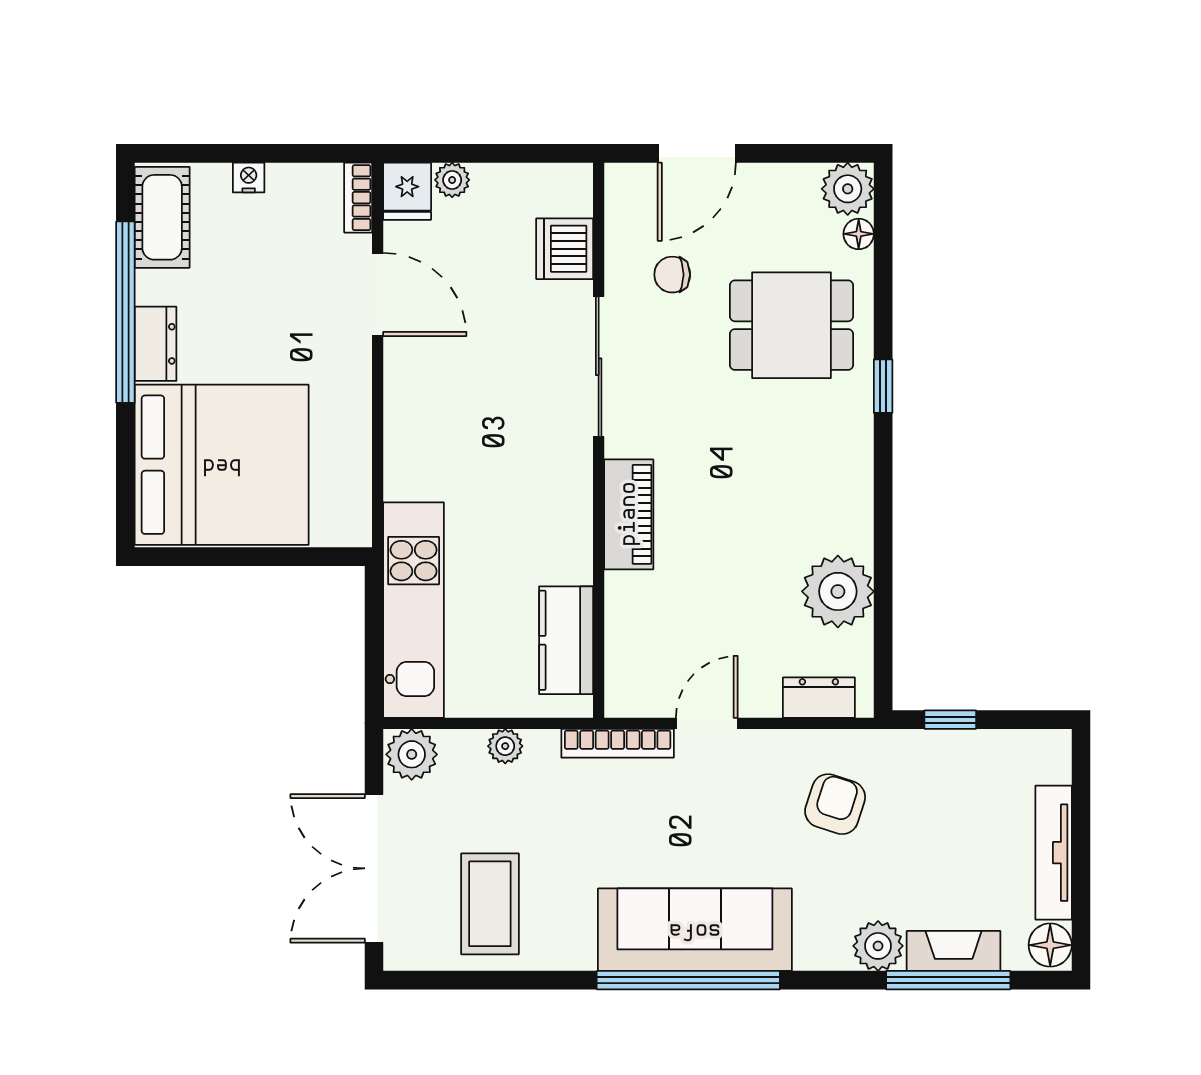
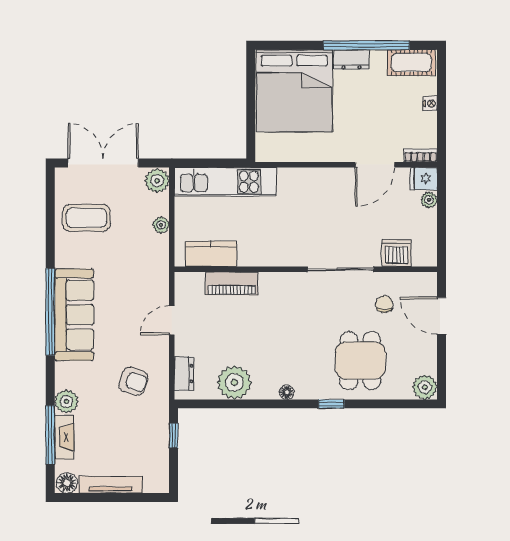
floor lamp: (859, 234) -> (287, 392), moved
piano: (629, 514) -> (232, 283), moved
door: (707, 723) -> (172, 320), swing flipped
bookcase: (618, 743) -> (162, 278), removed

